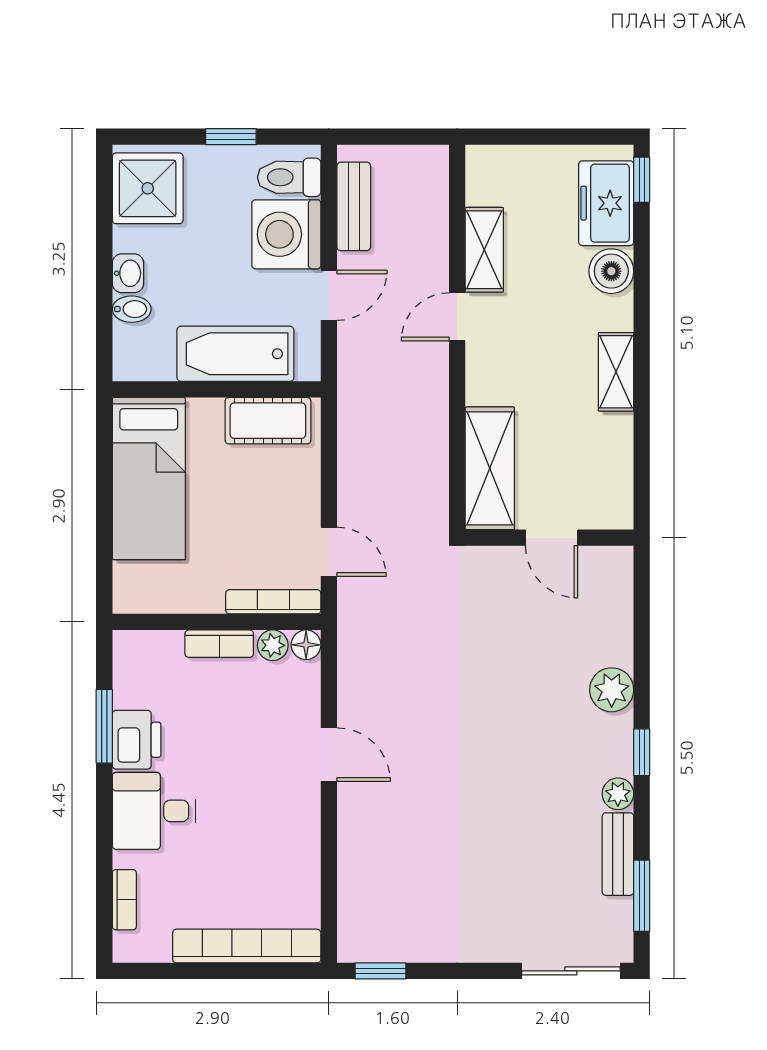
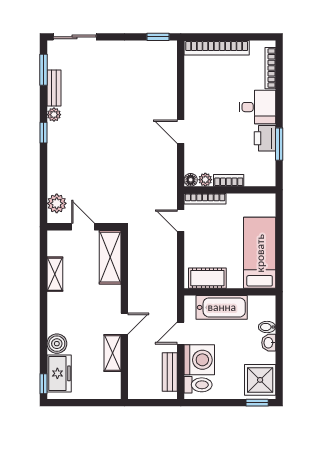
window: (231, 137) -> (257, 403), moved
shelving: (616, 372) -> (55, 274), moved
plant: (612, 690) -> (57, 203), moved
bookcase: (124, 900) -> (270, 68), width x1.56

